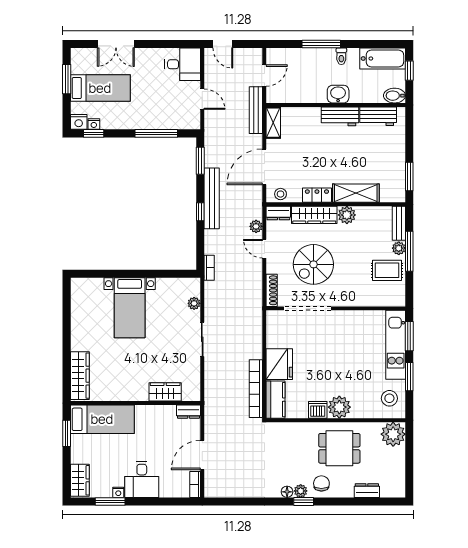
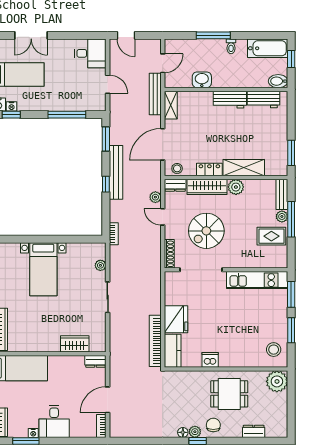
washbasin: (338, 94) -> (202, 80), moved
kitchen unit: (396, 345) -> (257, 280), moved, turned -90
plant: (339, 407) -> (229, 357), removed

